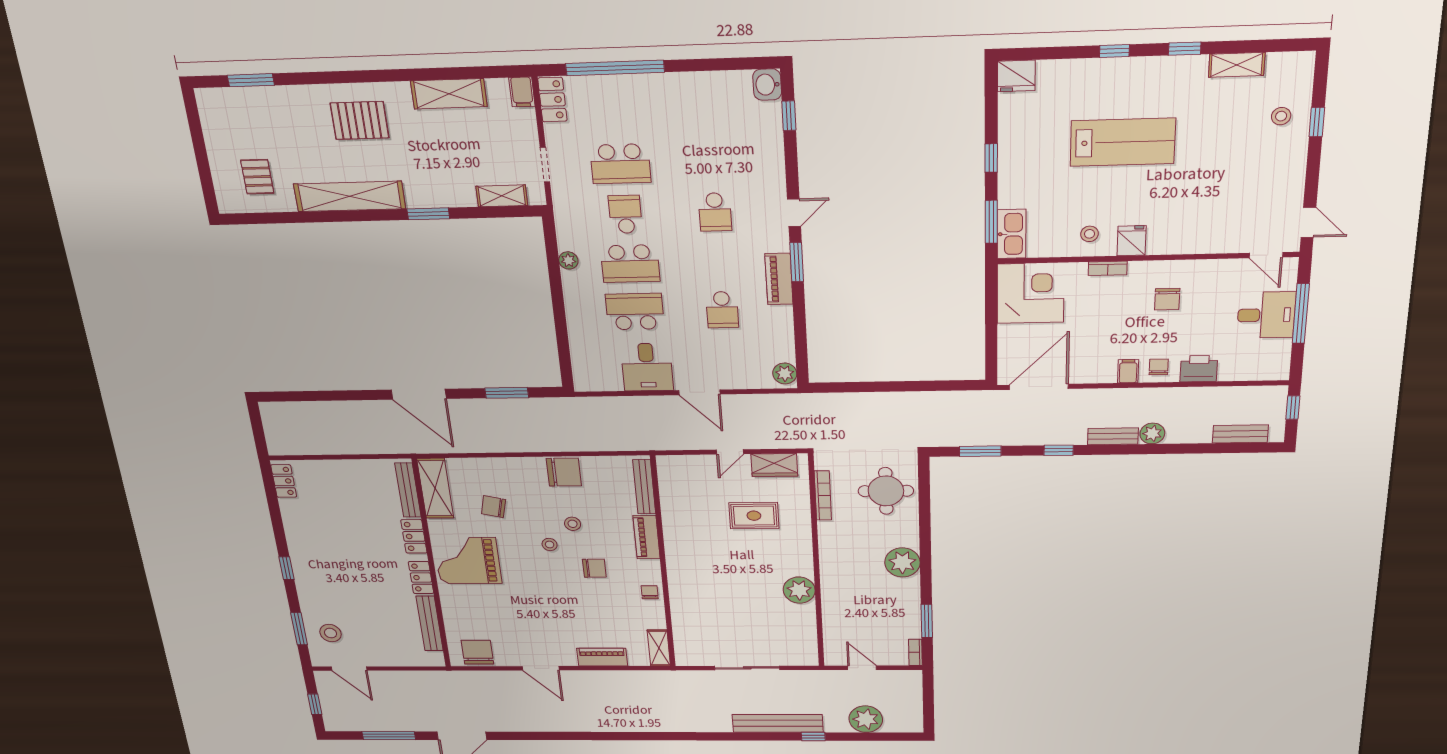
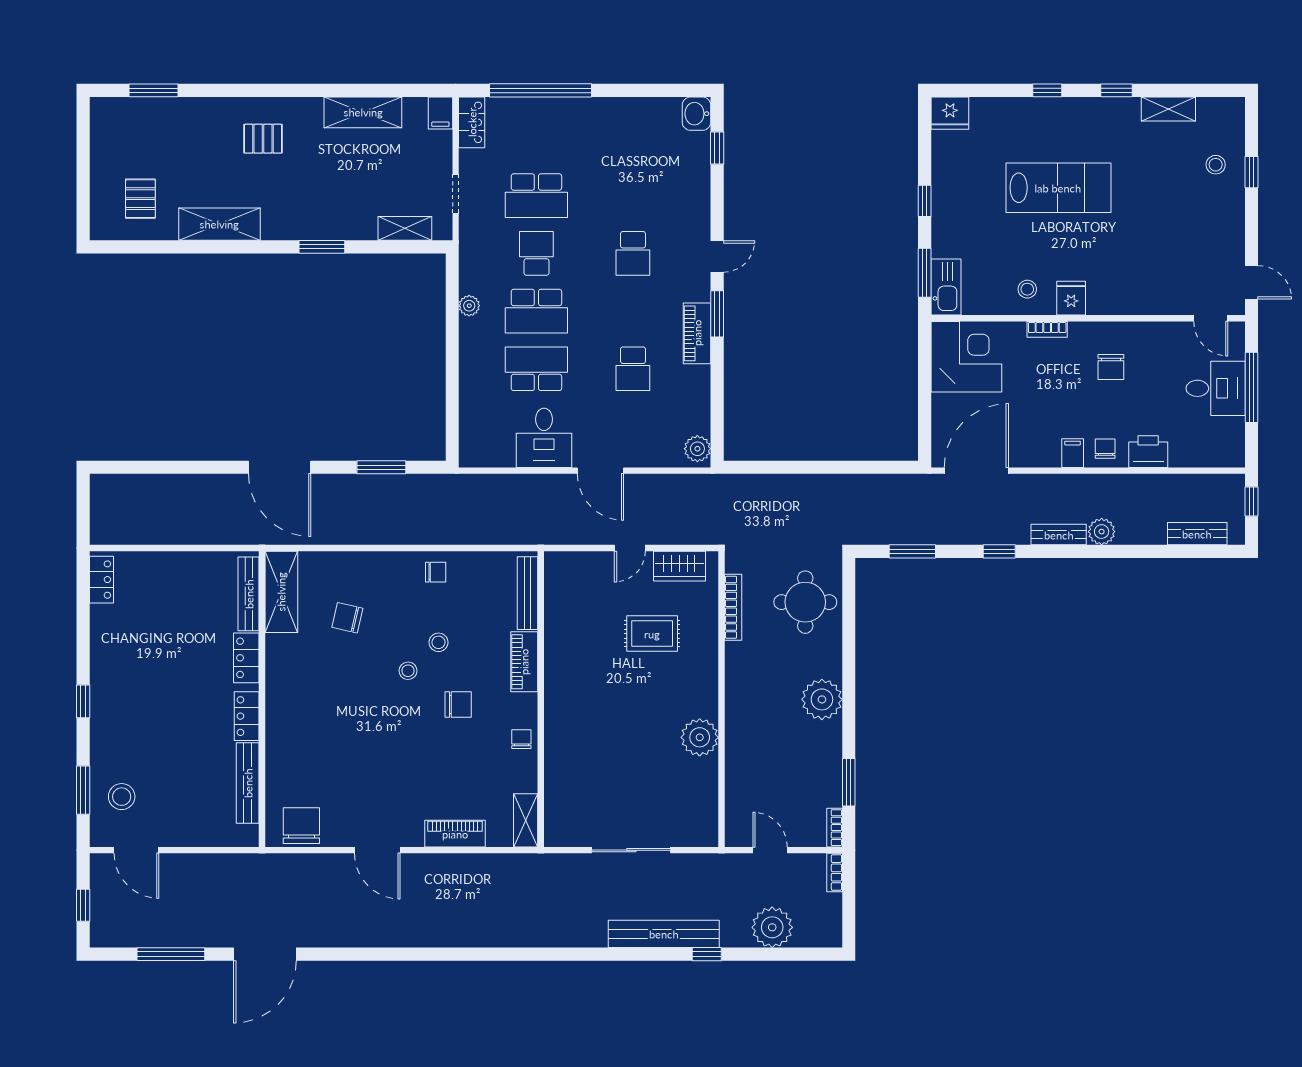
pallet: (359, 120) -> (263, 139), width x0.67, depth x0.71
shelving: (350, 196) -> (219, 224), width x0.68
chair: (564, 472) -> (436, 572), width x0.54, depth x0.54
grand piano: (468, 561) -> (307, 693), removed
bookcase: (916, 683) -> (835, 873), added

